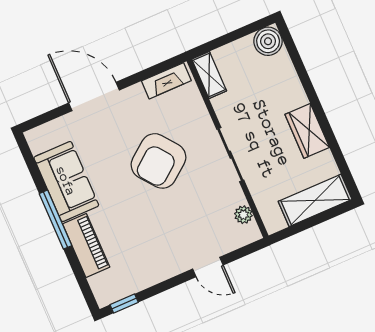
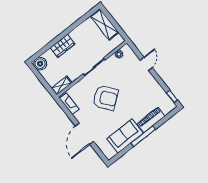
wardrobe: (307, 131) -> (62, 46), moved

